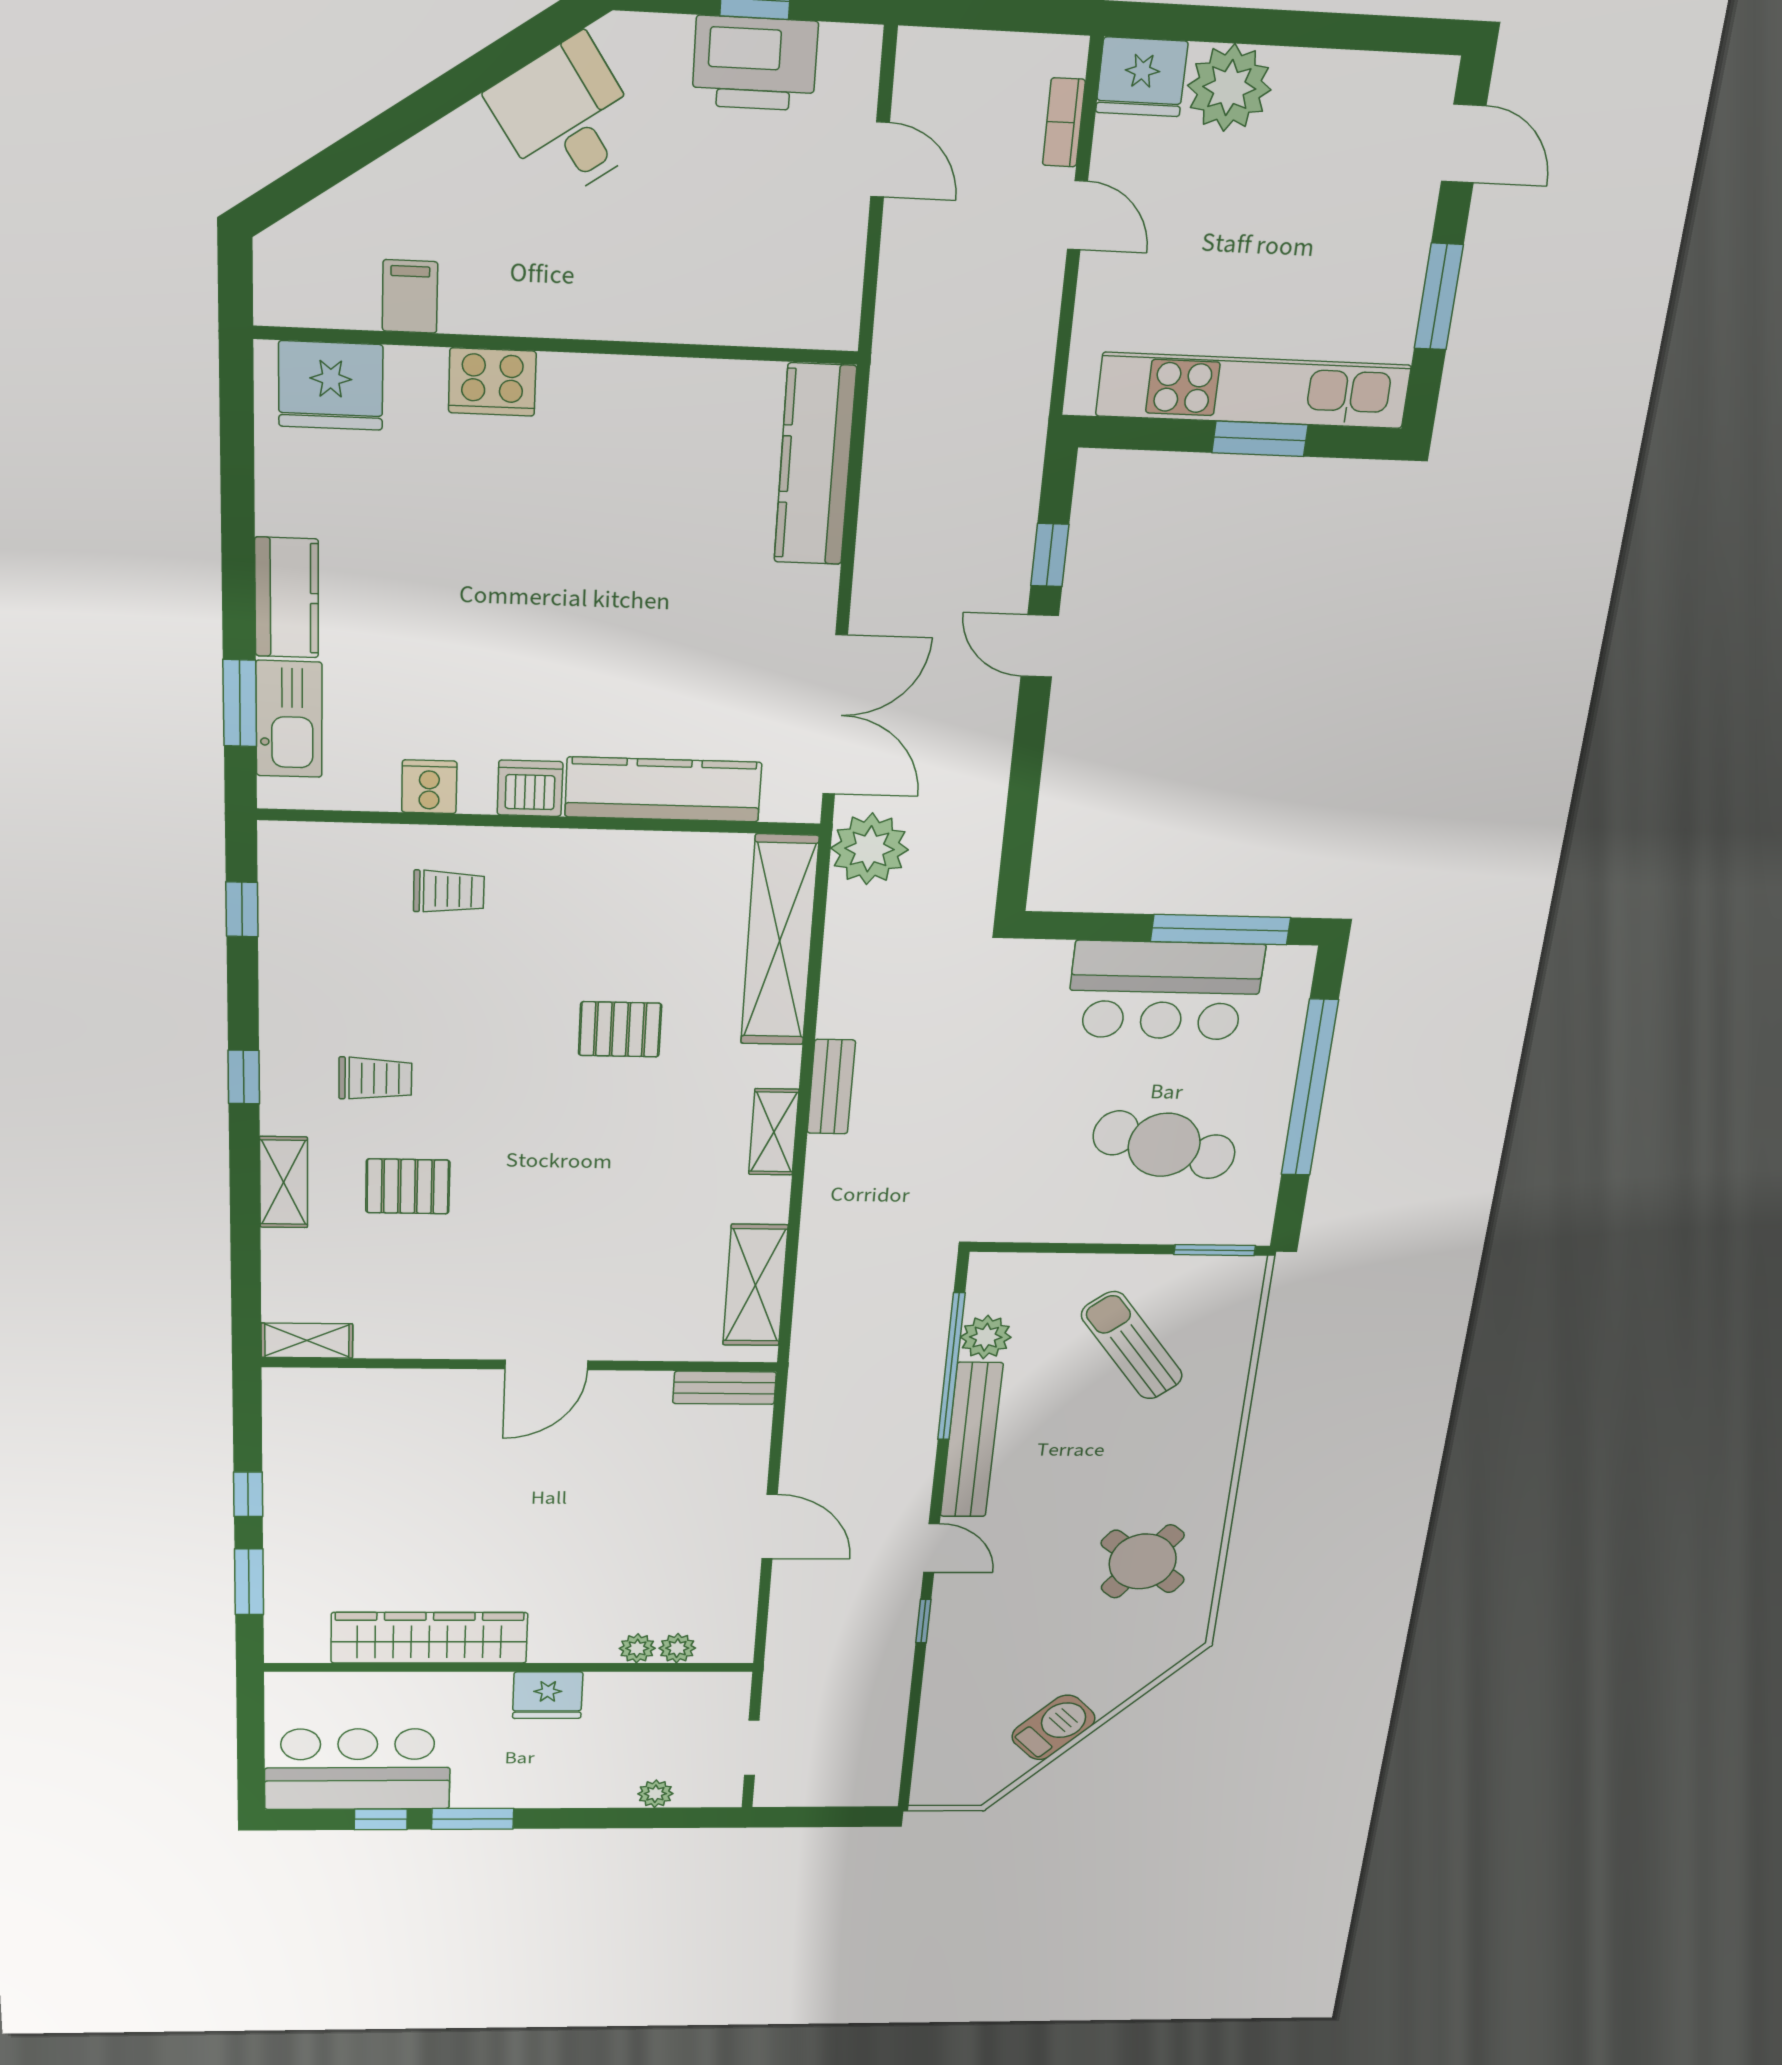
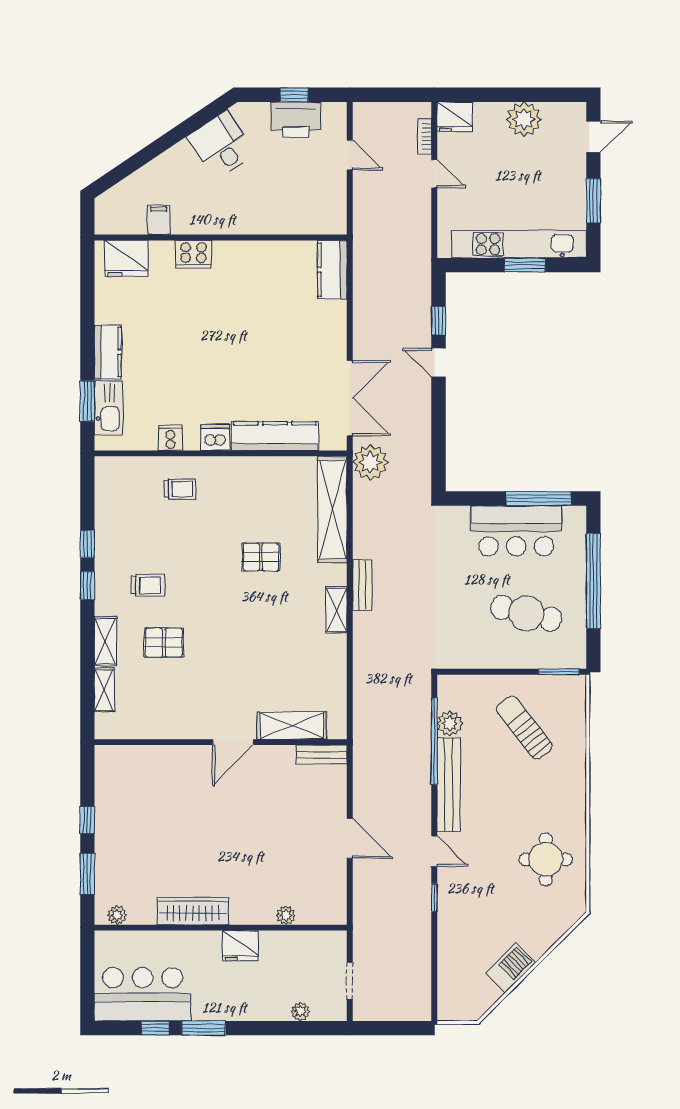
plant: (1229, 88) -> (524, 119), moved
door: (1464, 143) -> (593, 137), hinge flipped
kitchen counter: (815, 465) -> (332, 270), width x0.67
window: (242, 909) -> (87, 544), moved
shelving: (755, 1285) -> (292, 726), moved, turned 90
shelving: (307, 1341) -> (104, 690), moved, turned 90
round table: (1143, 1561) -> (546, 859), turned -38
wardrobe: (429, 1638) -> (193, 911), width x0.71, depth x0.85
plant: (677, 1648) -> (117, 915), moved

